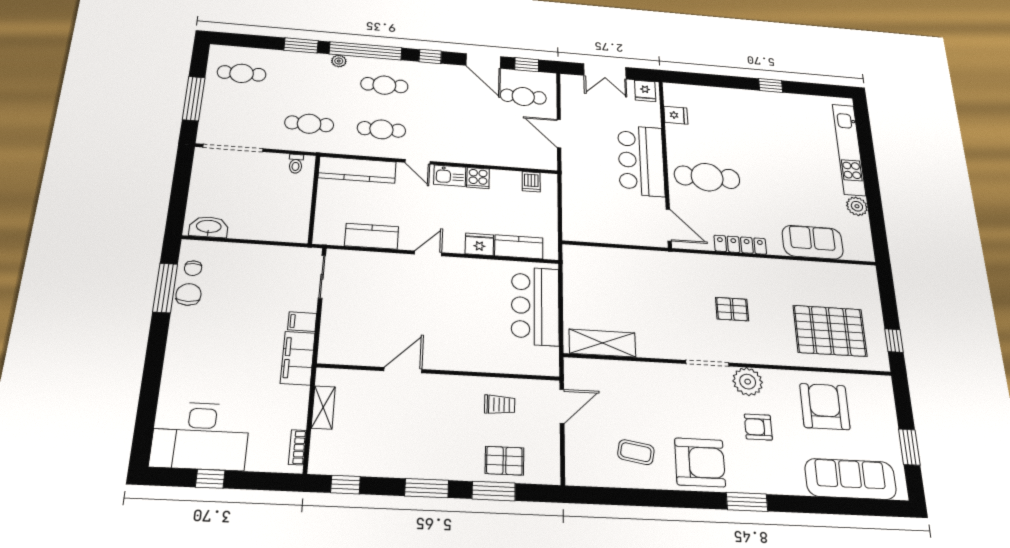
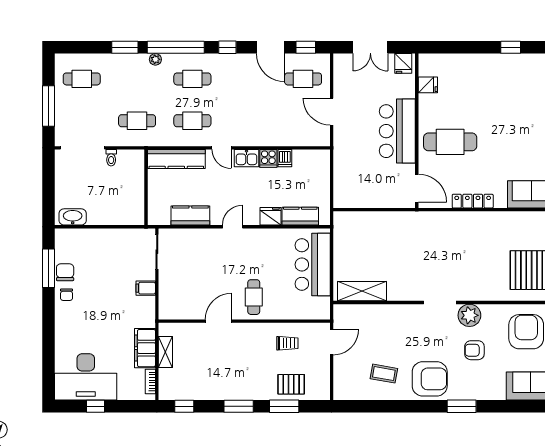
toilet: (296, 164) -> (111, 158), moved
dishwasher: (531, 182) -> (285, 158), moved
chair: (193, 268) -> (67, 295), moved
pallet: (732, 309) -> (462, 257), removed
cafe table: (454, 342) -> (254, 297), added
filing cabinet: (298, 358) -> (145, 348), moved

